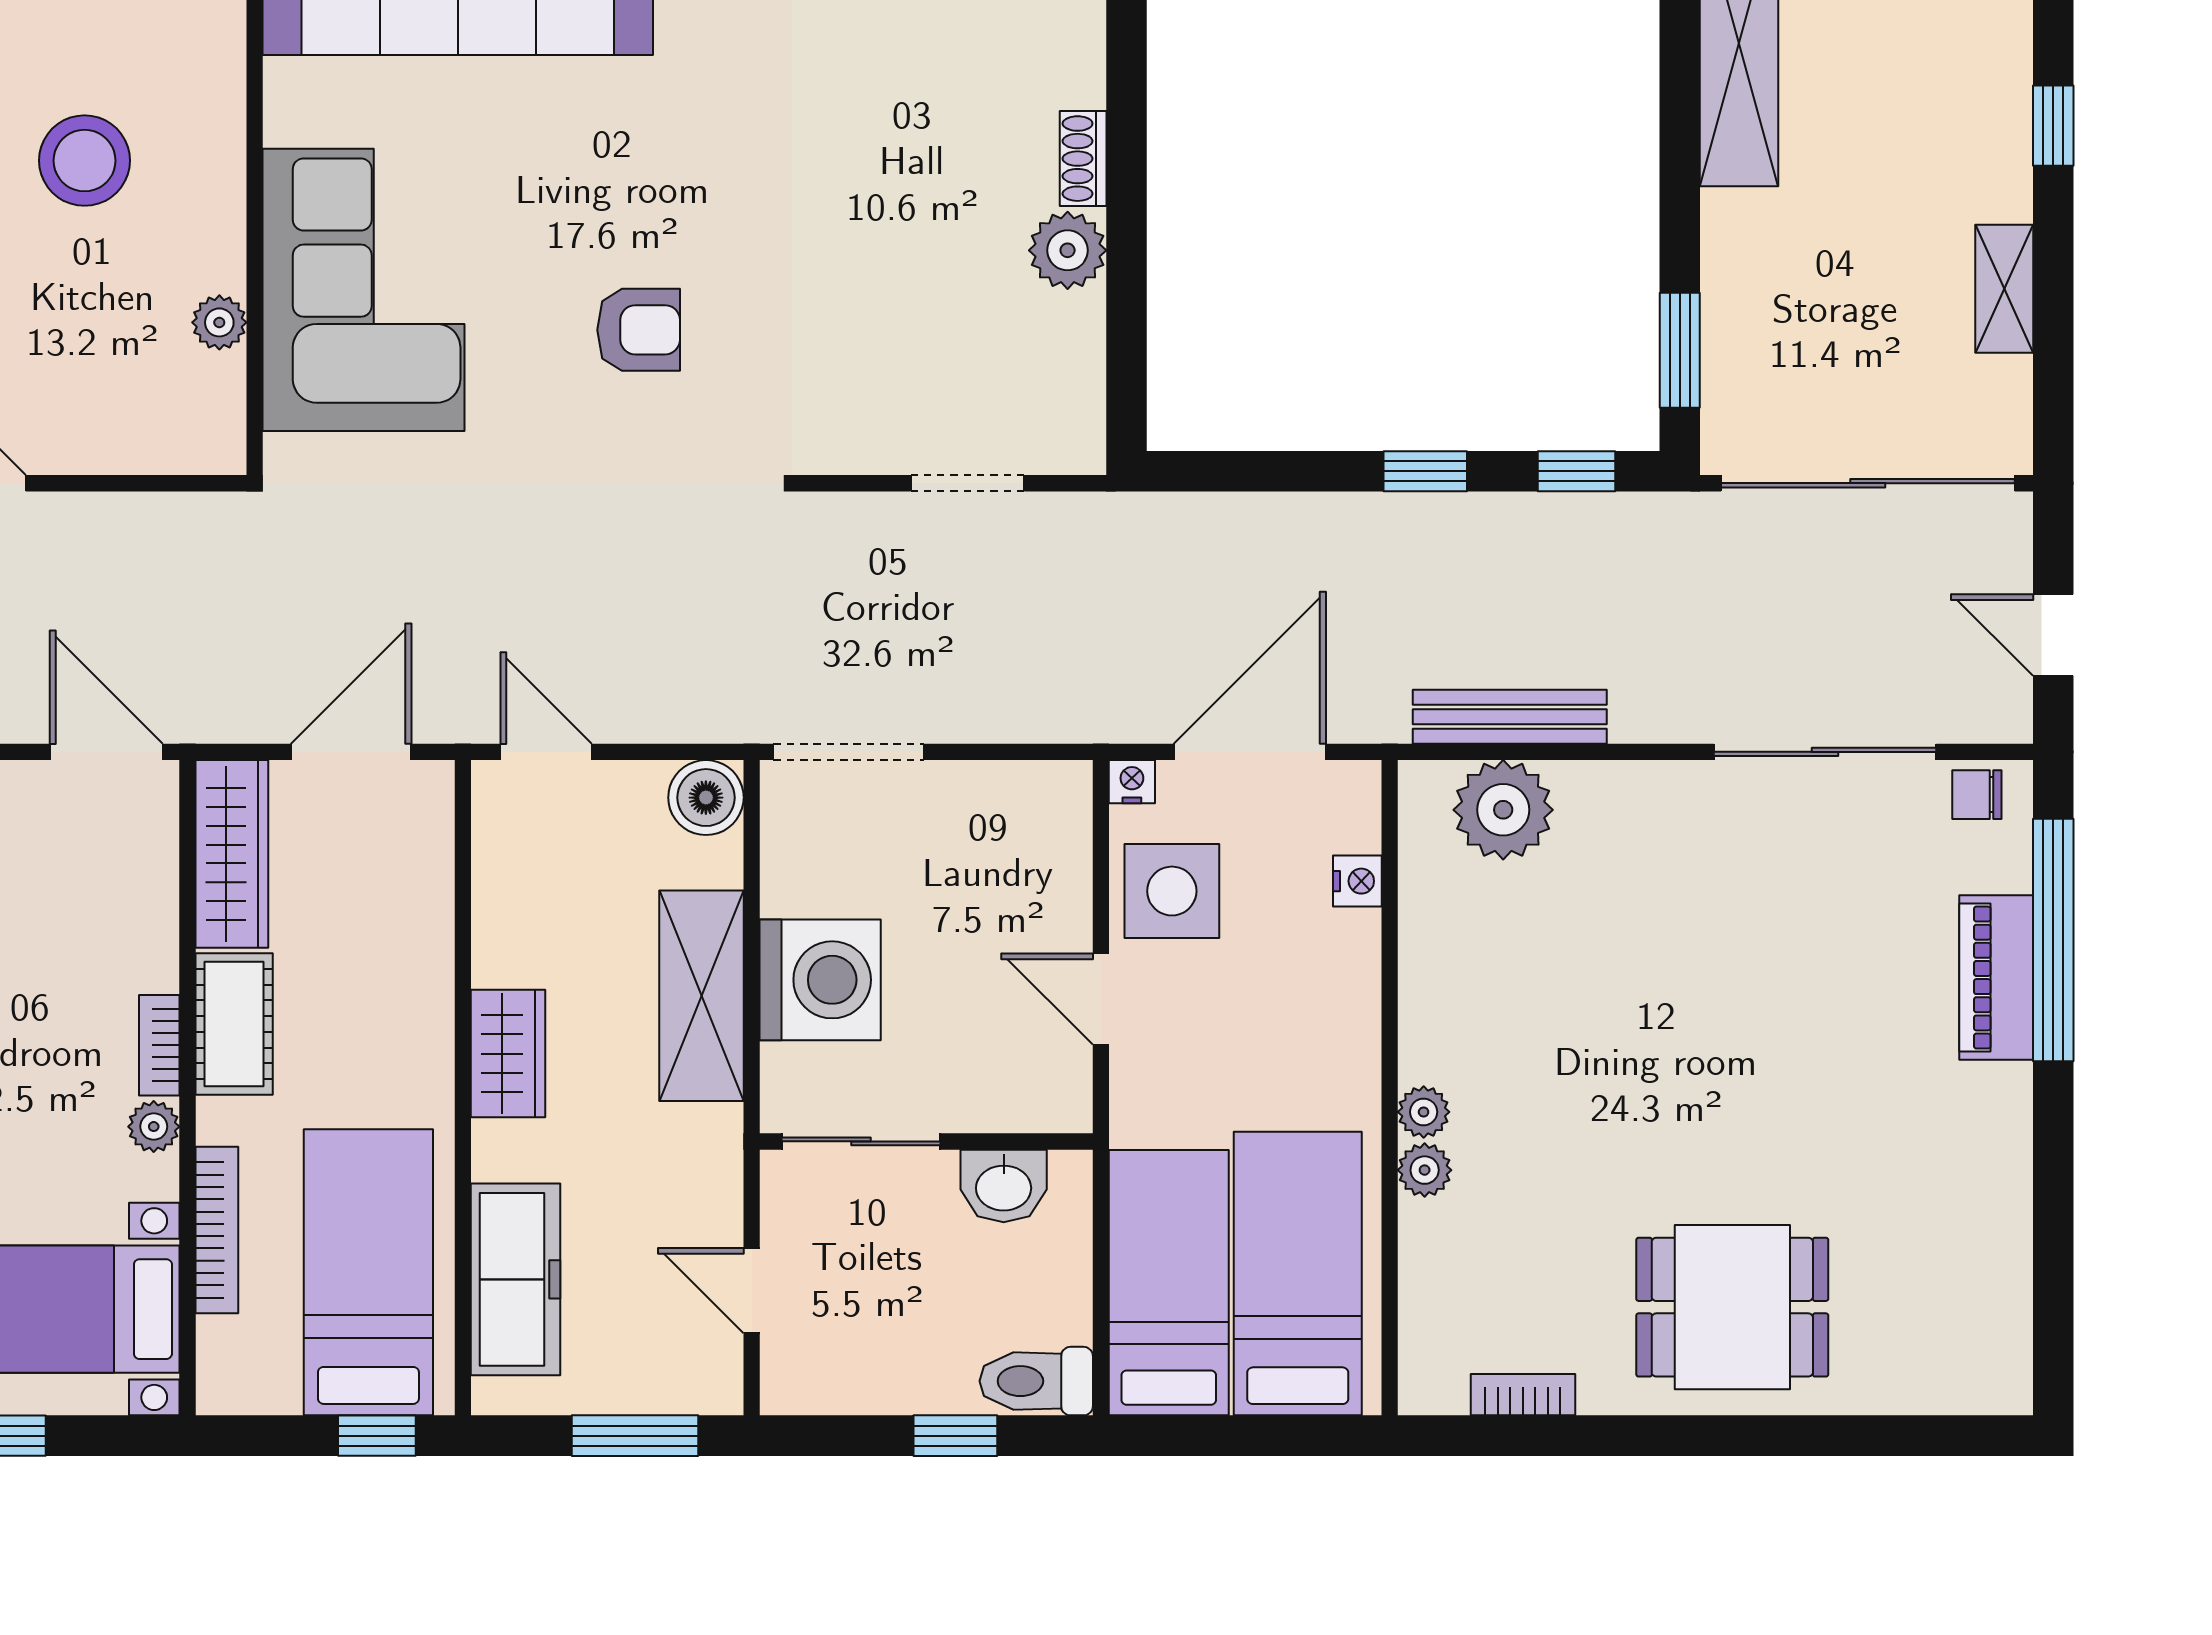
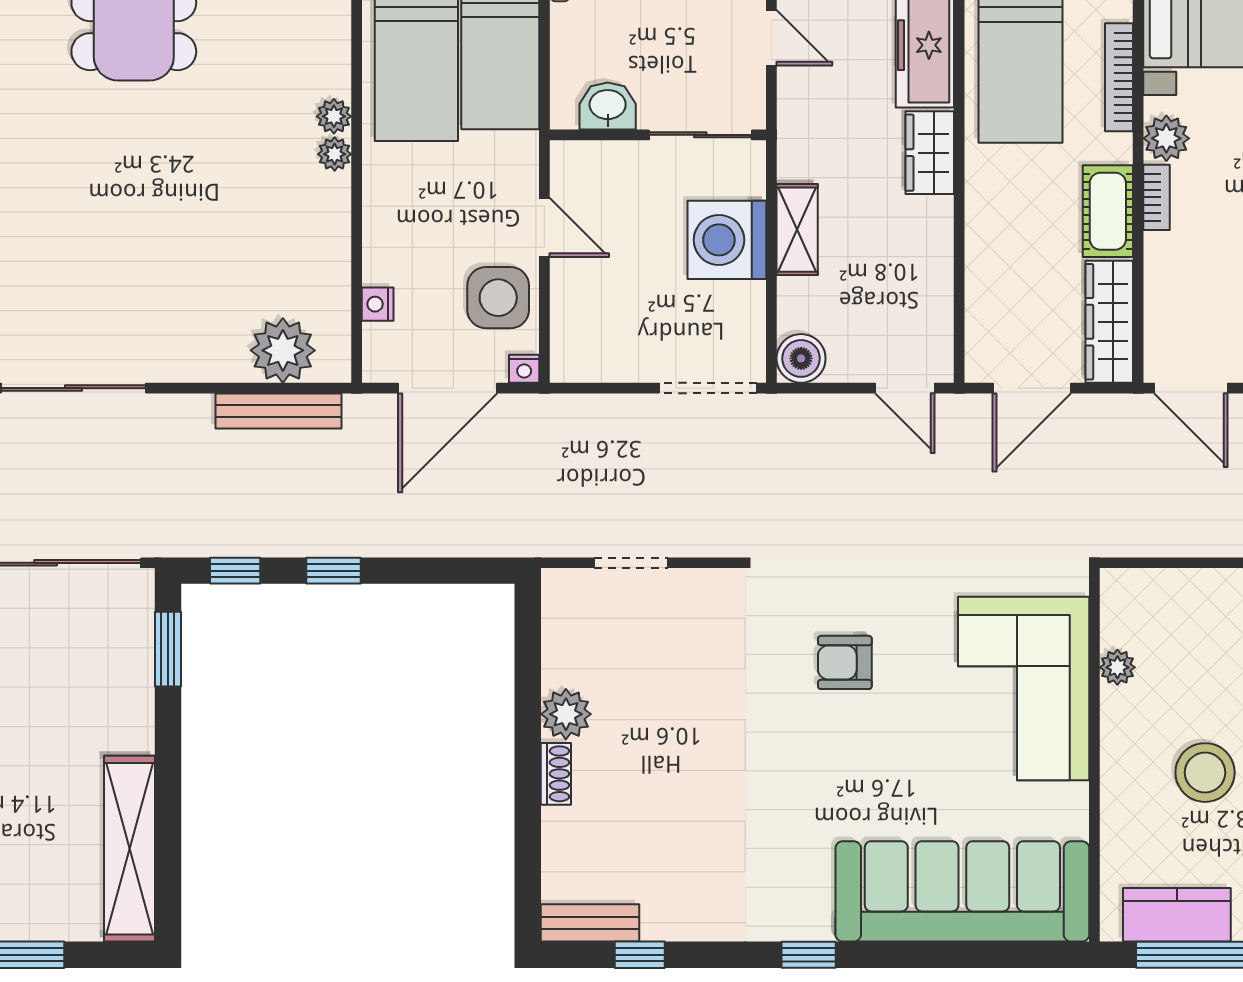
shelving: (701, 996) -> (797, 230), width x0.67, depth x0.75
wardrobe: (508, 1054) -> (930, 153), moved
plant: (154, 1127) -> (1166, 138), width x1.38, depth x1.38

